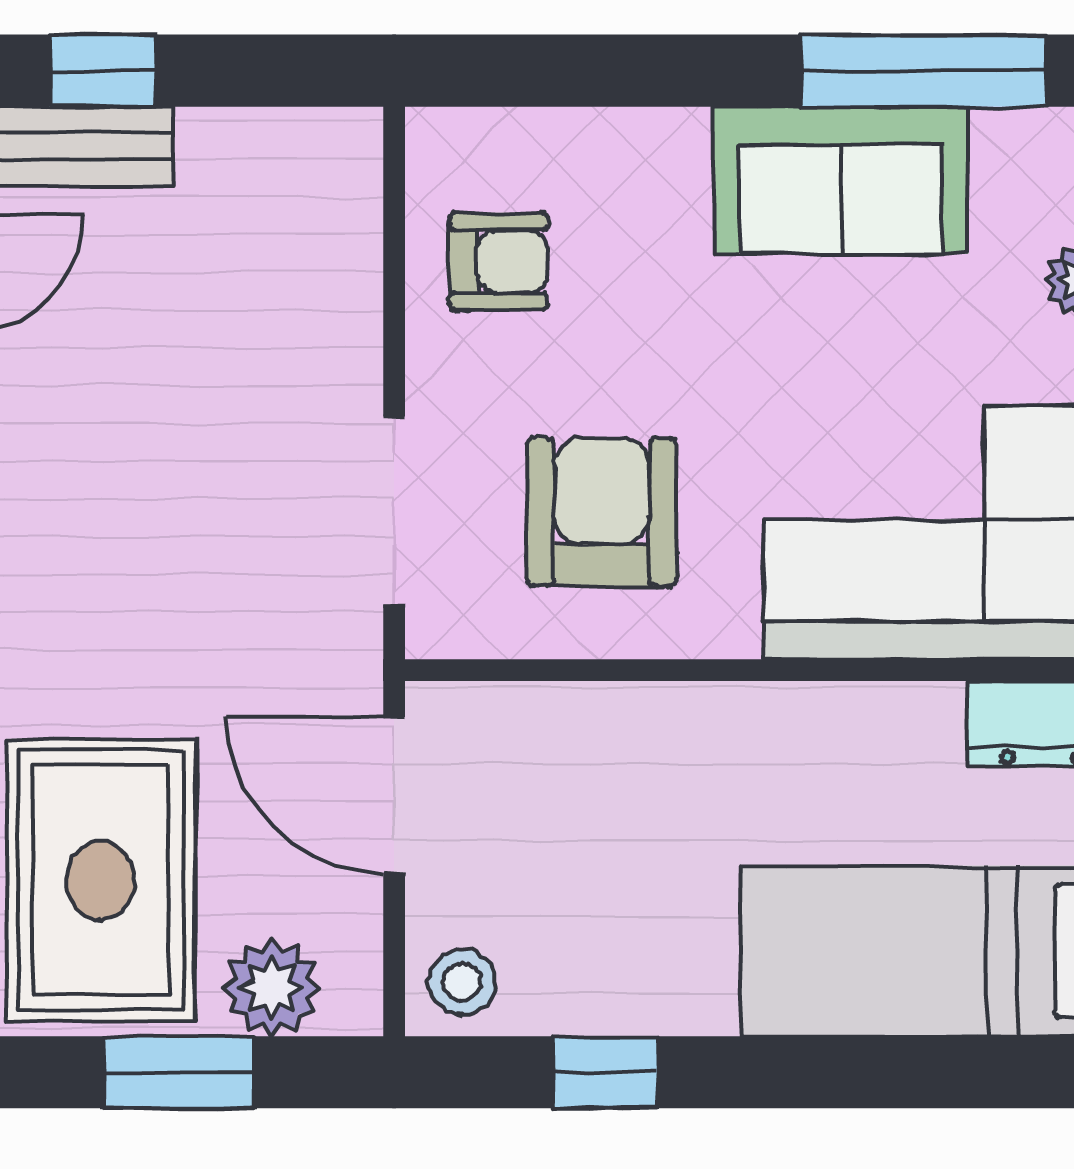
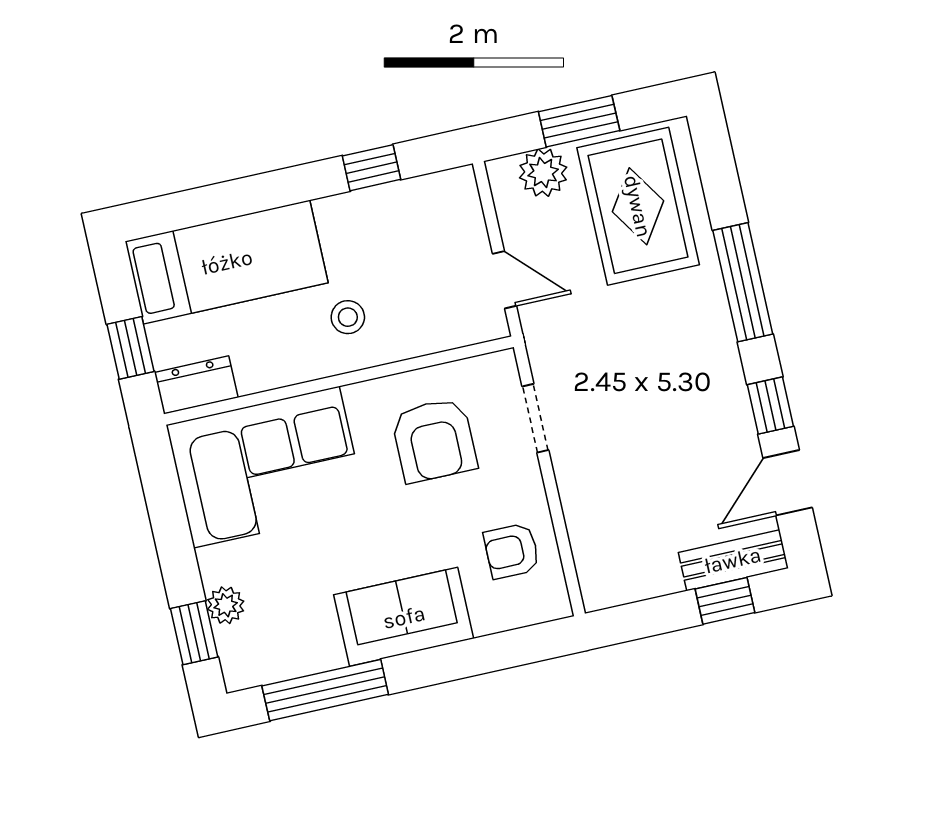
sofa: (841, 180) -> (404, 617), moved
doorway: (394, 511) -> (535, 418), width x0.73
door: (394, 795) -> (504, 280), width x0.73
stool: (462, 982) -> (348, 317), moved

